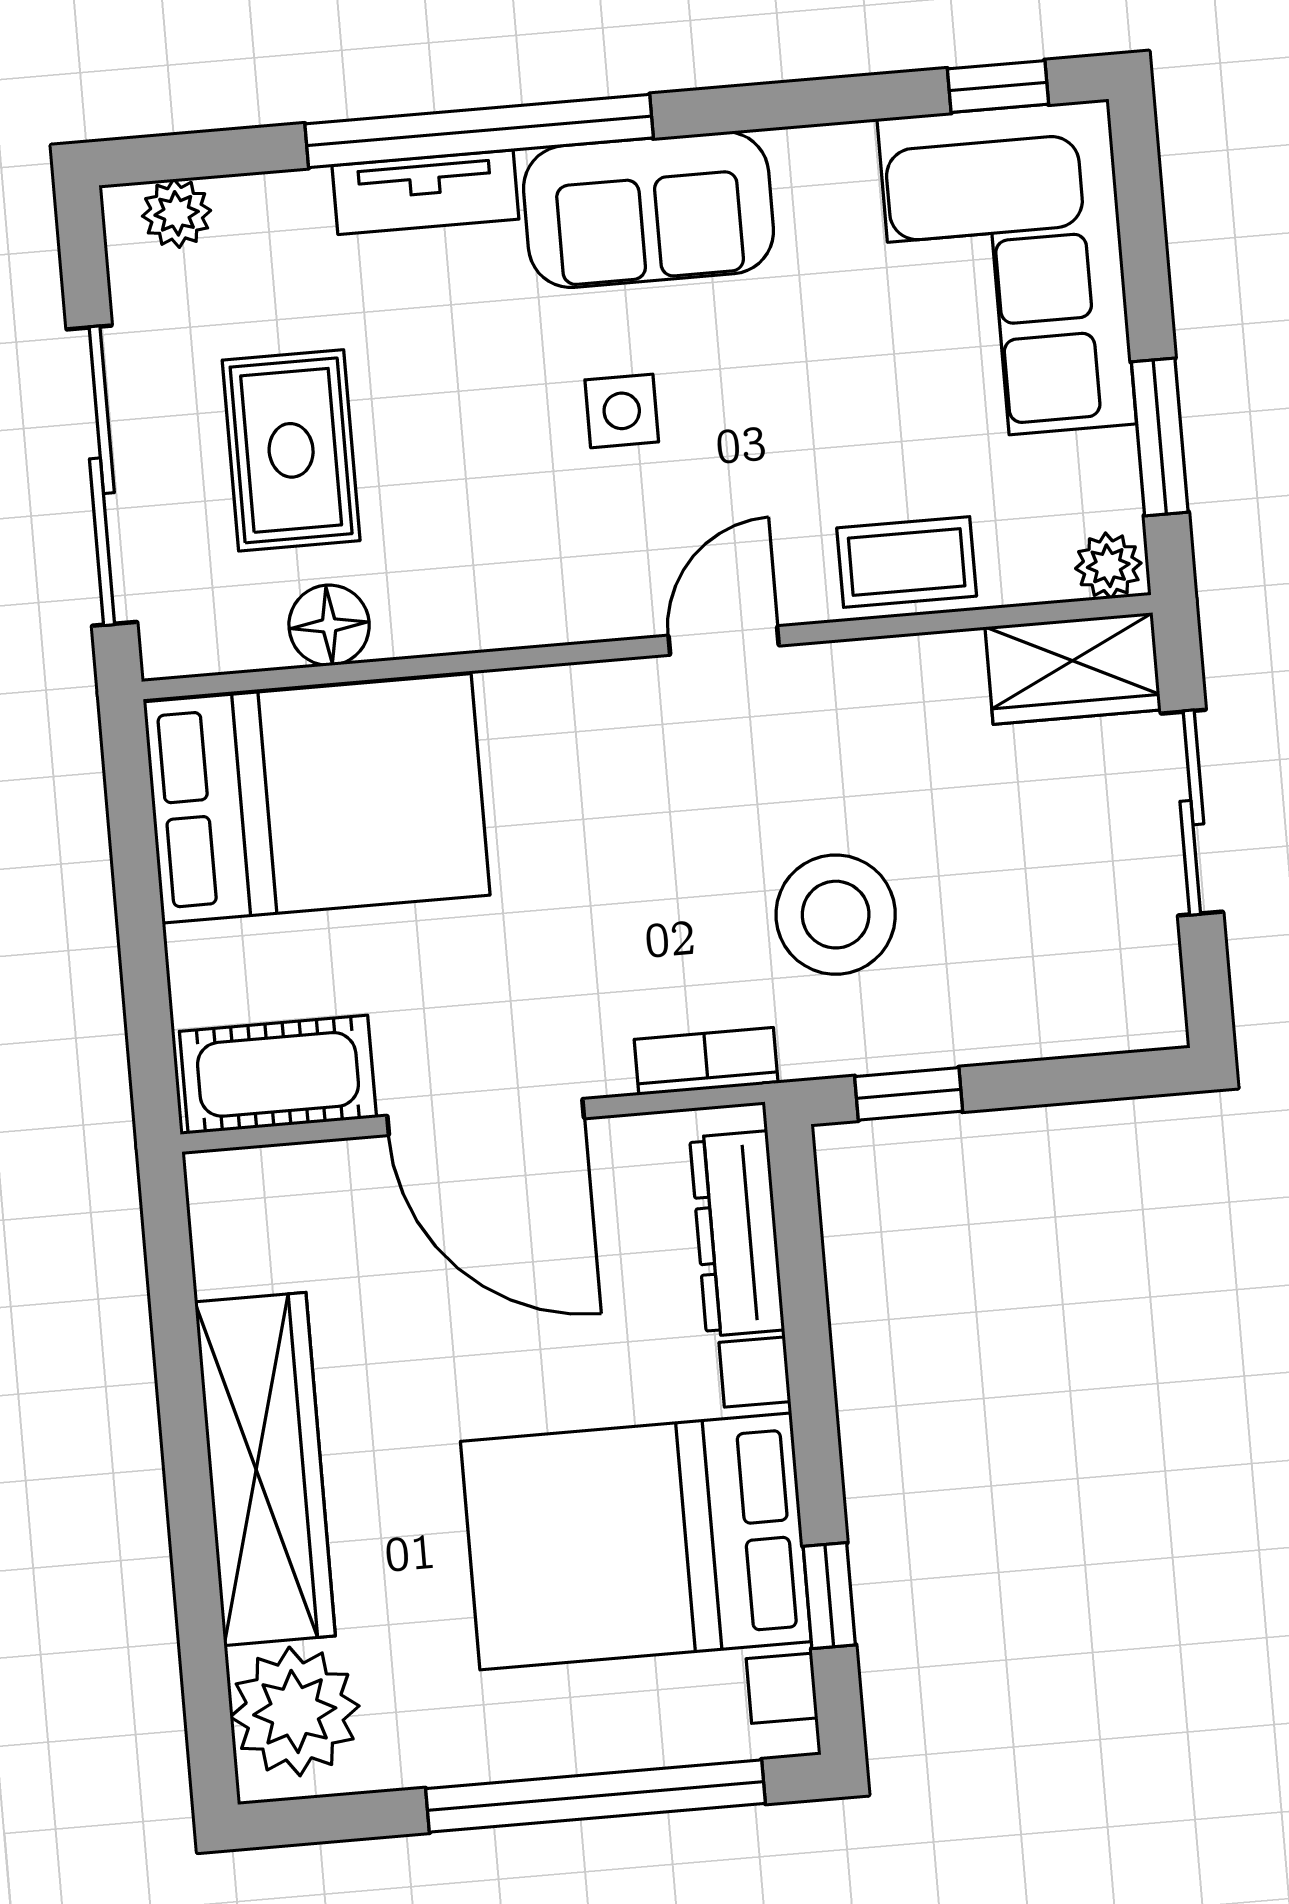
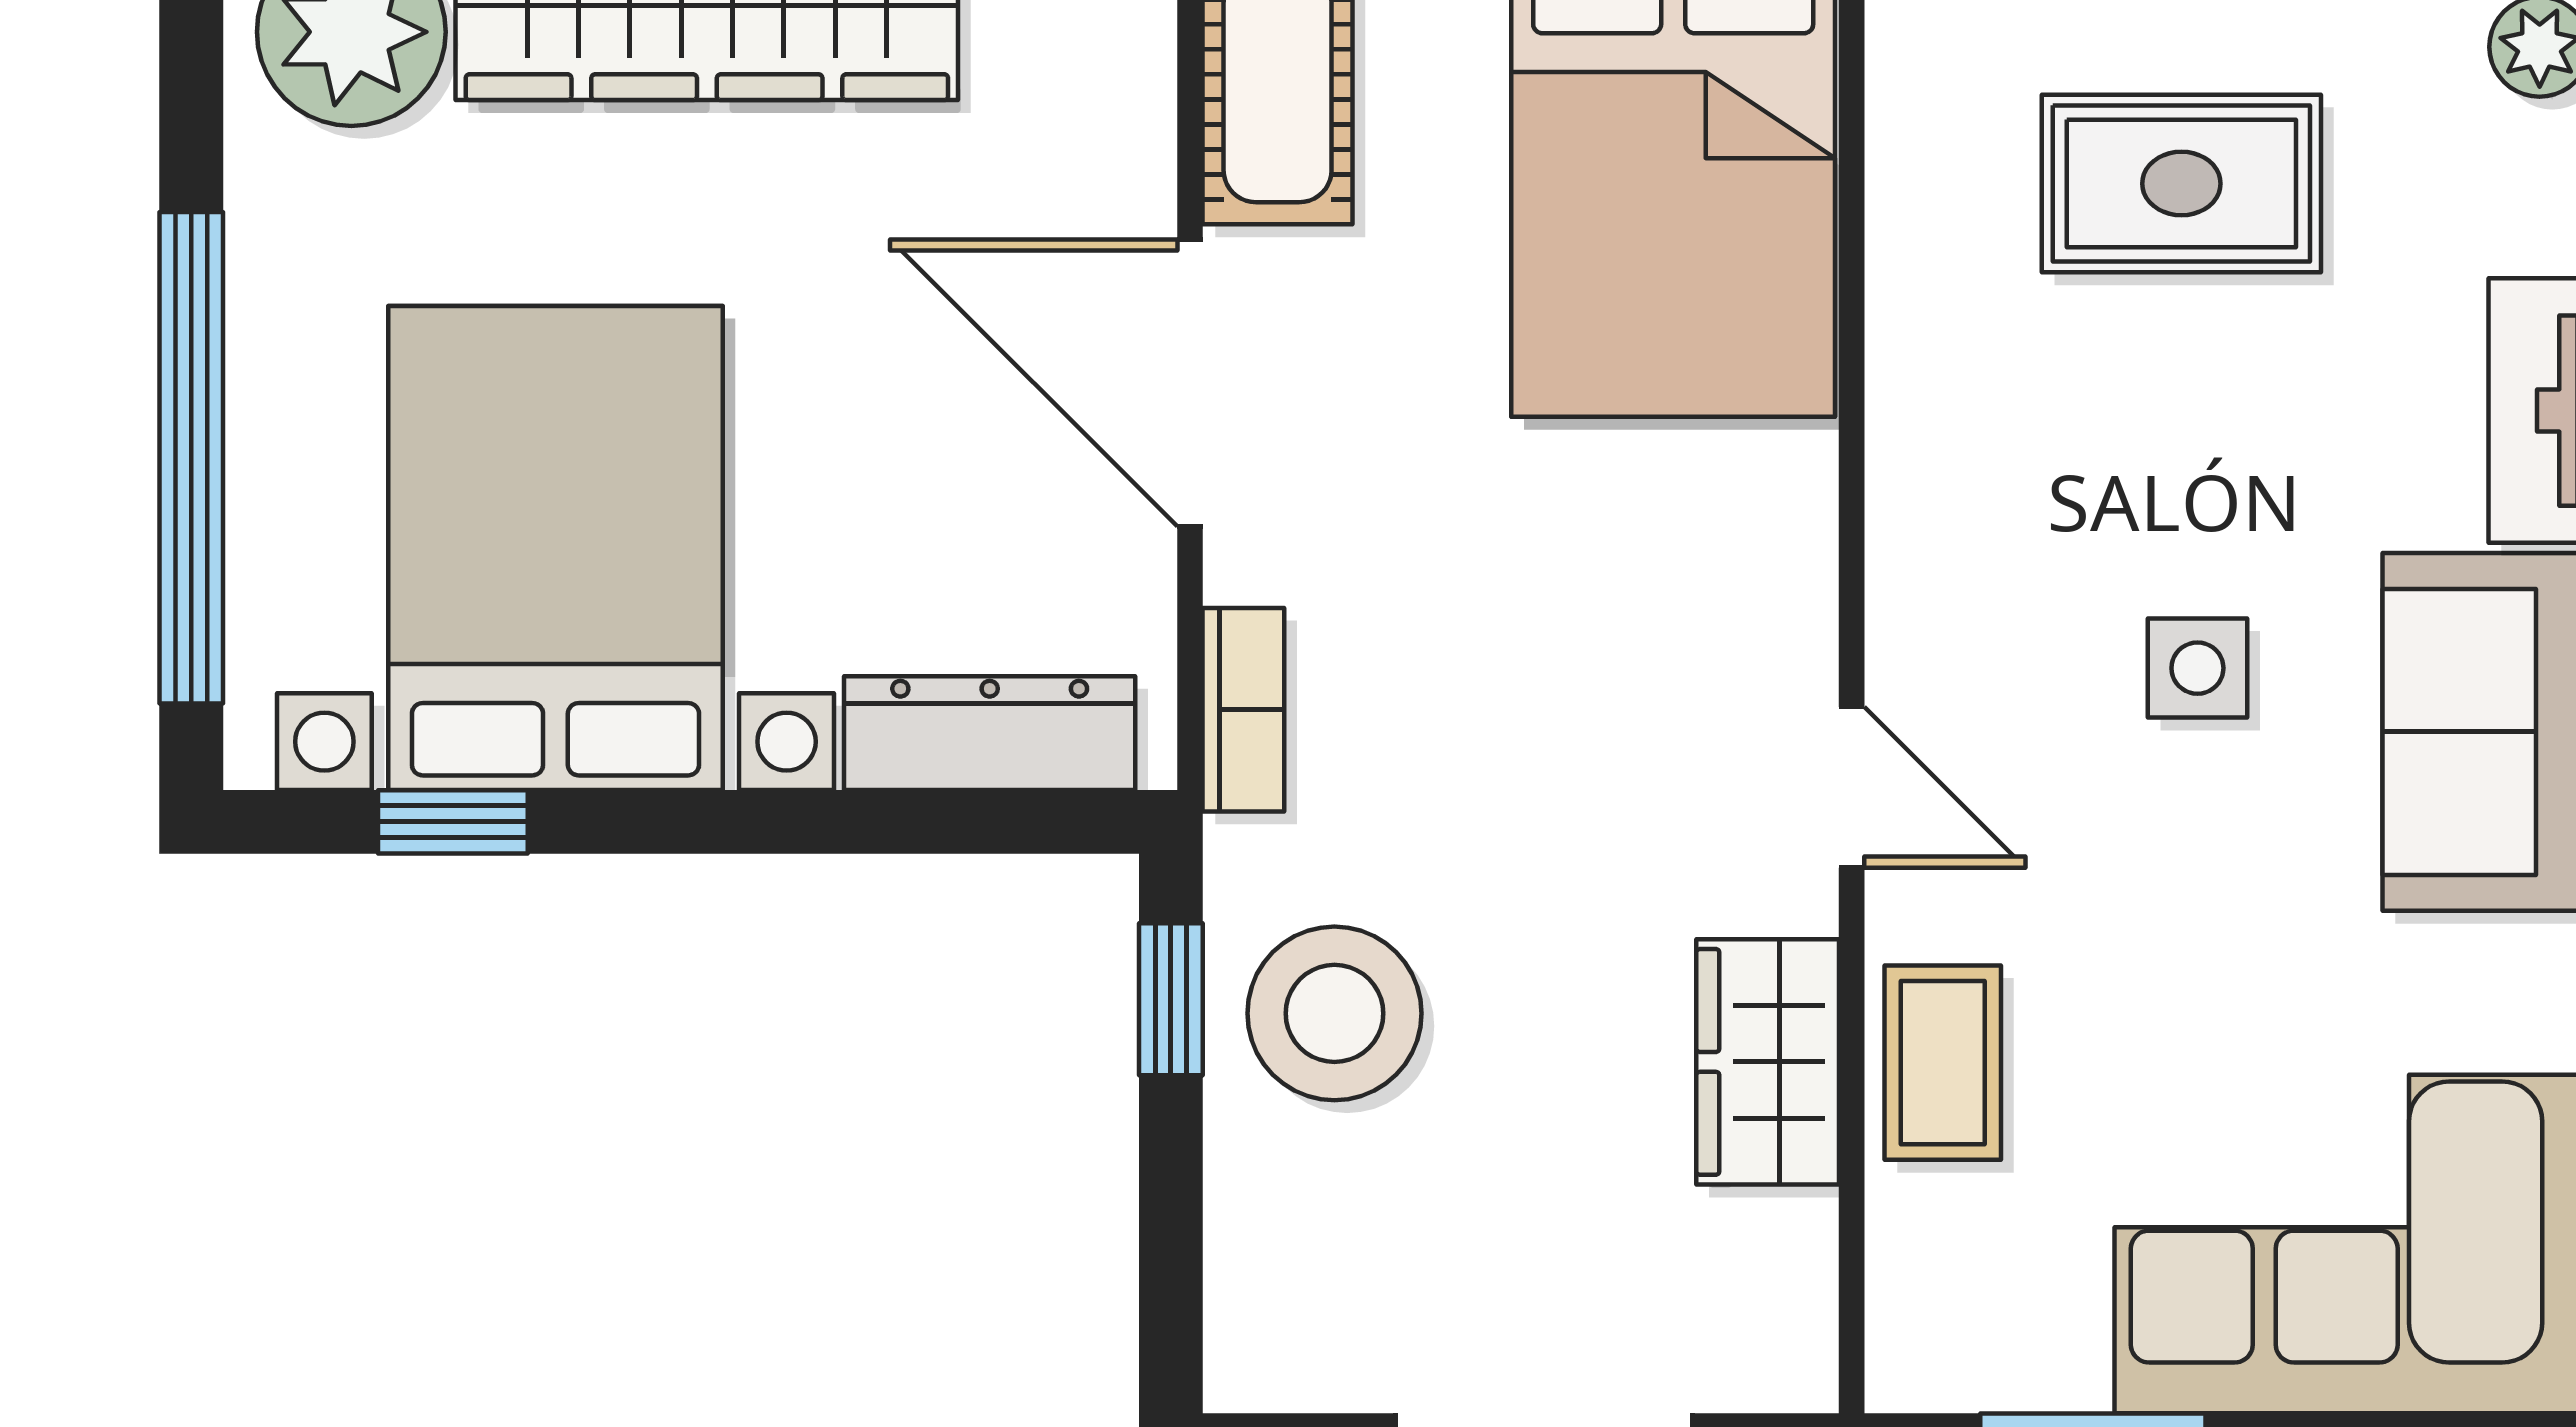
plant: (1108, 566) -> (1912, 1355), removed
floor lamp: (329, 625) -> (1923, 217), removed
wardrobe: (1073, 668) -> (1768, 1062), moved
stool: (836, 915) -> (1334, 1013), moved
door: (486, 1117) -> (1190, 383), hinge flipped

